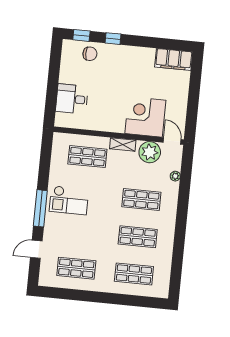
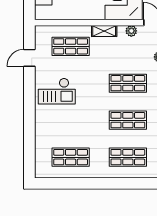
plant: (150, 152) -> (131, 31), width x0.53, depth x0.53
window: (40, 208) -> (29, 102), removed
door: (36, 249) -> (29, 58), moved

